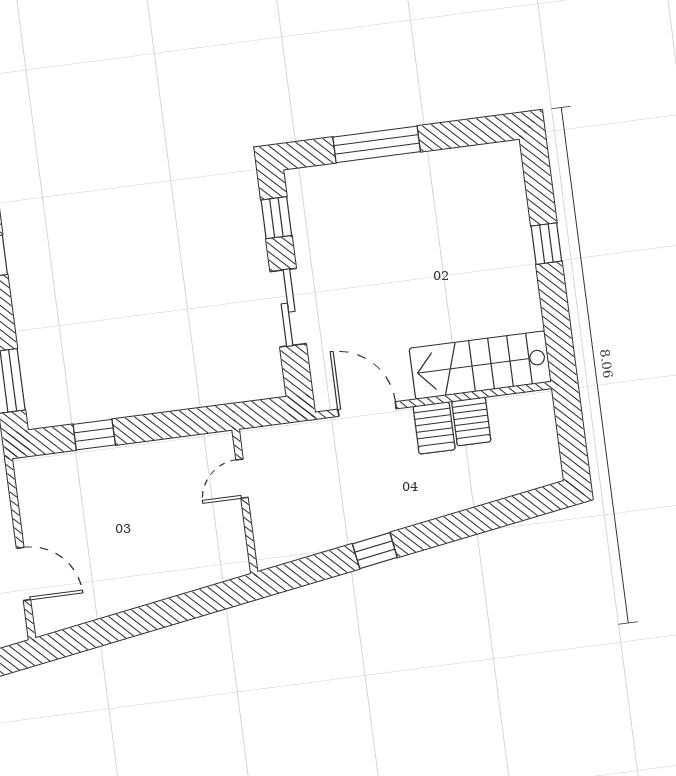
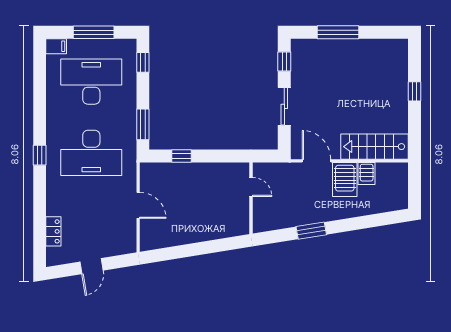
server rack: (434, 428) -> (345, 180), width x1.36, depth x1.44
door: (242, 479) -> (251, 187), swing flipped
window: (375, 551) -> (311, 231), width x1.50
door: (24, 574) -> (138, 205), moved

